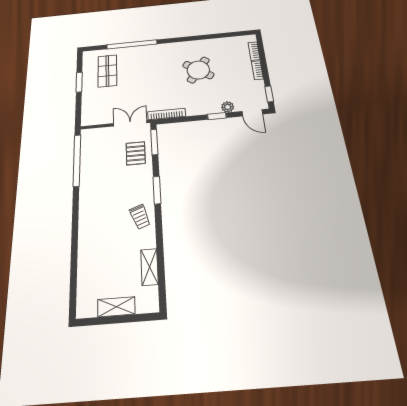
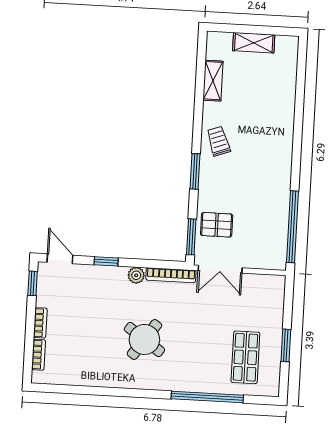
round table: (198, 70) -> (144, 339), moved
plant: (228, 107) -> (136, 275), moved
pallet: (136, 153) -> (217, 225), turned 90

